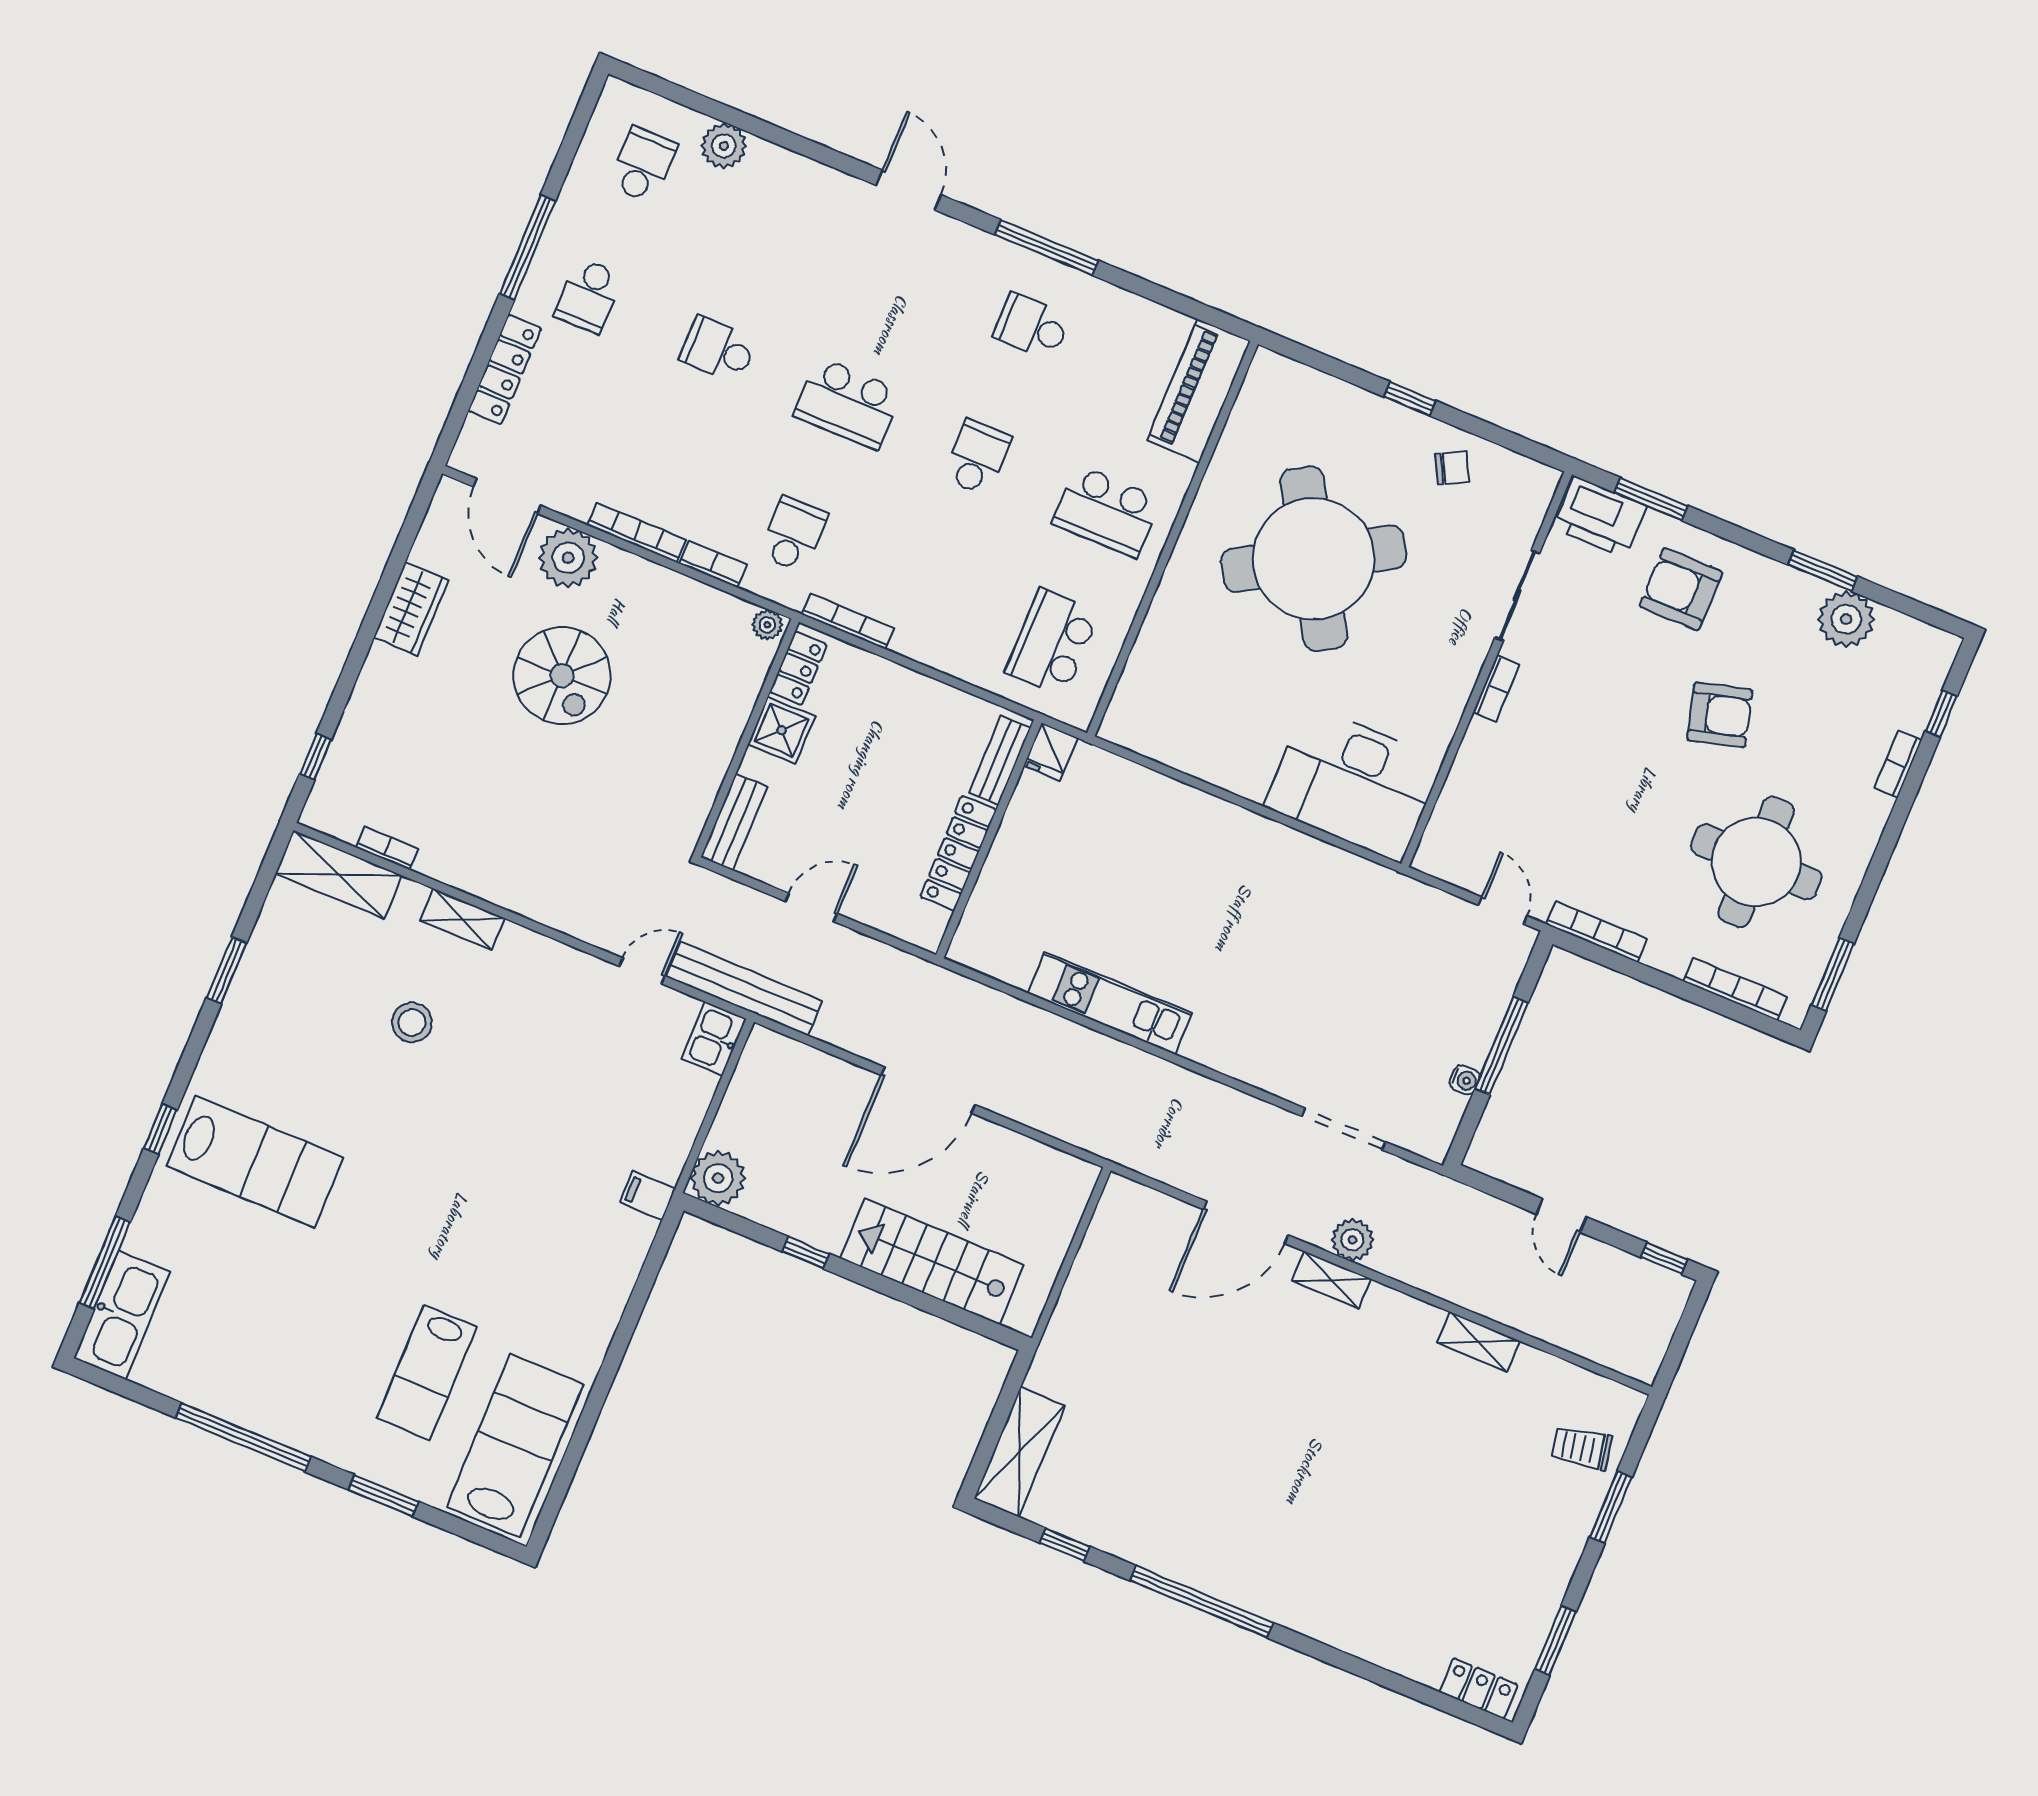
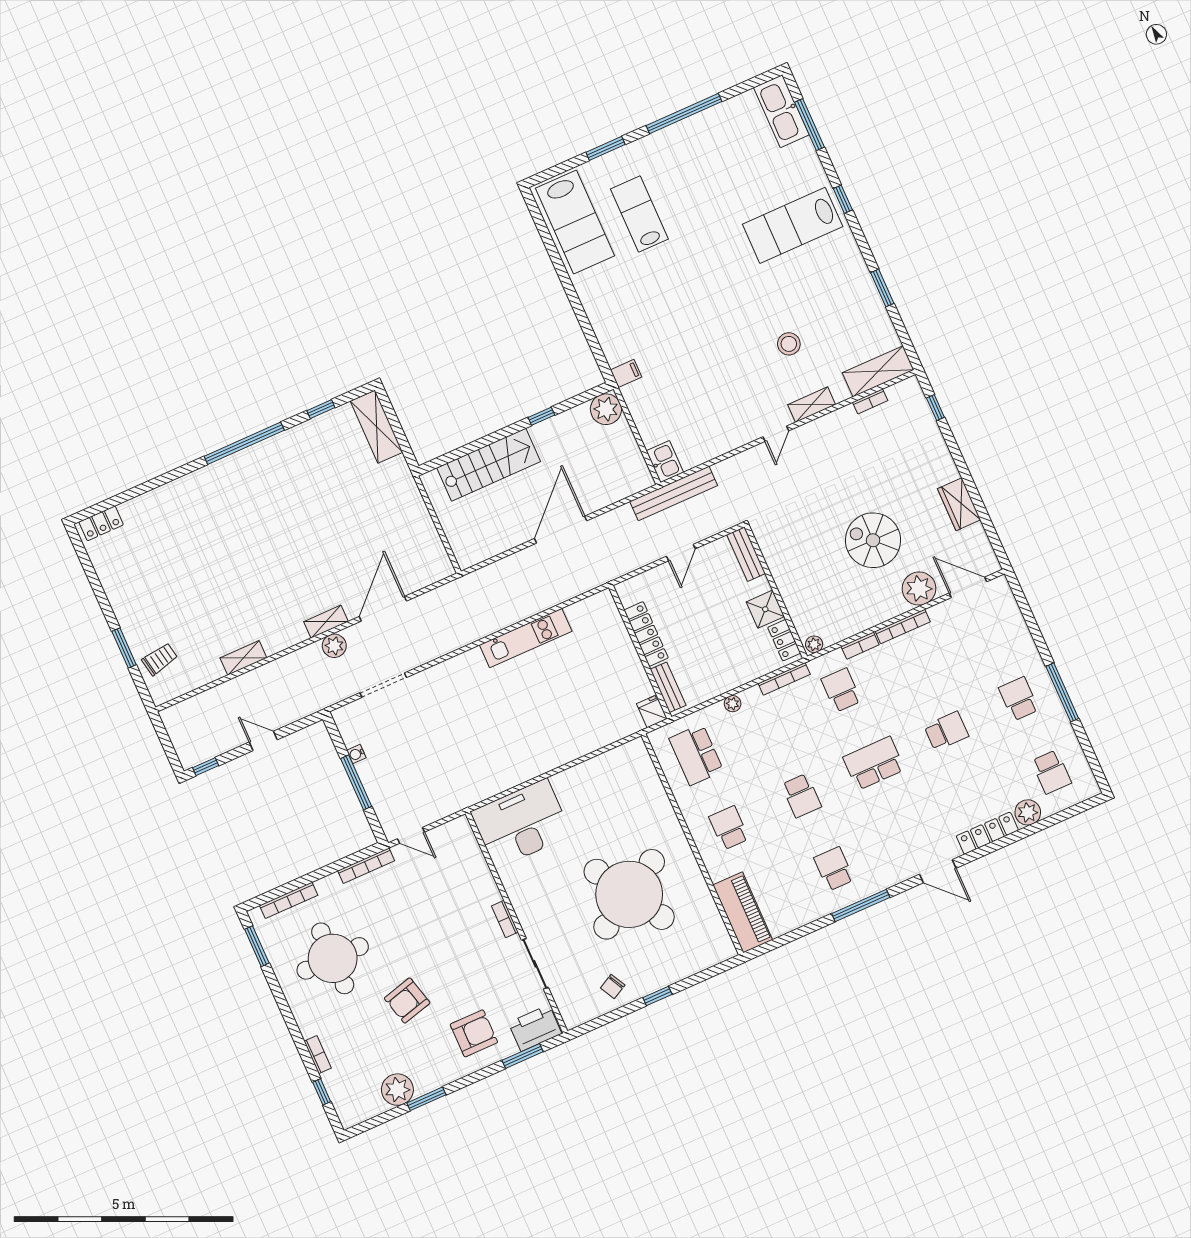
school desk: (1032, 326) -> (834, 869), turned -90
locker: (505, 369) -> (987, 833), moved, turned 90
school desk: (1107, 511) -> (729, 828), width x0.54
school desk: (793, 534) -> (841, 690), turned 180
school desk: (1052, 642) -> (696, 755), turned 180
plant: (943, 658) -> (733, 704), added
door: (642, 971) -> (776, 434), moved
window: (1555, 1641) -> (91, 573), removed

